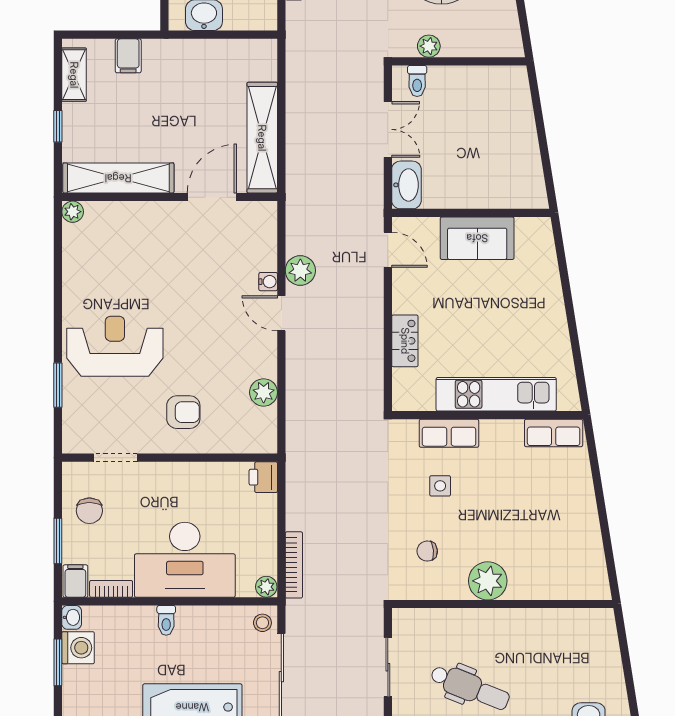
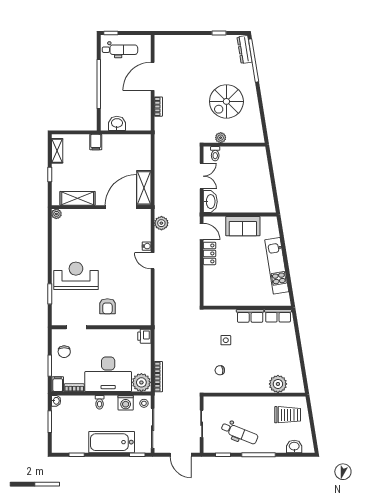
filing cabinet: (128, 56) -> (96, 142), moved
shelving: (262, 138) -> (144, 188), width x0.68
shelving: (118, 178) -> (78, 198), width x0.68
door: (212, 197) -> (121, 207), width x1.36
plant: (300, 271) -> (161, 223), moved
locker: (405, 341) -> (210, 253), moved
plant: (264, 392) -> (144, 297), removed
kitchen unit: (496, 394) -> (277, 266), moved, turned -99
armchair: (183, 412) -> (107, 306), turned 90
row of seats: (449, 433) -> (250, 316), moved
plant: (488, 581) -> (278, 384), moved
plant: (266, 587) -> (141, 382), width x1.88, depth x1.88
washing machine: (78, 648) -> (126, 403), moved, turned 90
trolley: (574, 648) -> (288, 415), added

